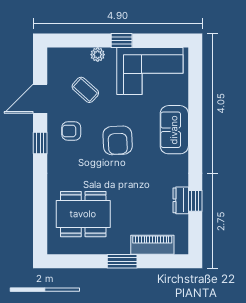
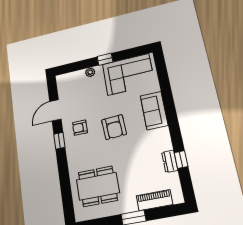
coffee table: (85, 90) -> (85, 97), removed

